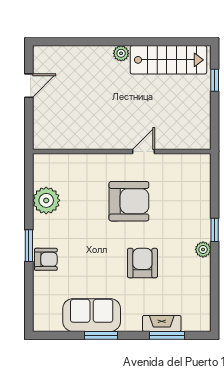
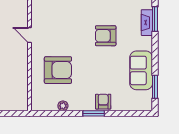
plant: (46, 200) -> (63, 106), width x0.53, depth x0.53
armchair: (129, 201) -> (58, 70), moved, turned 90
window: (101, 335) -> (155, 87), moved

